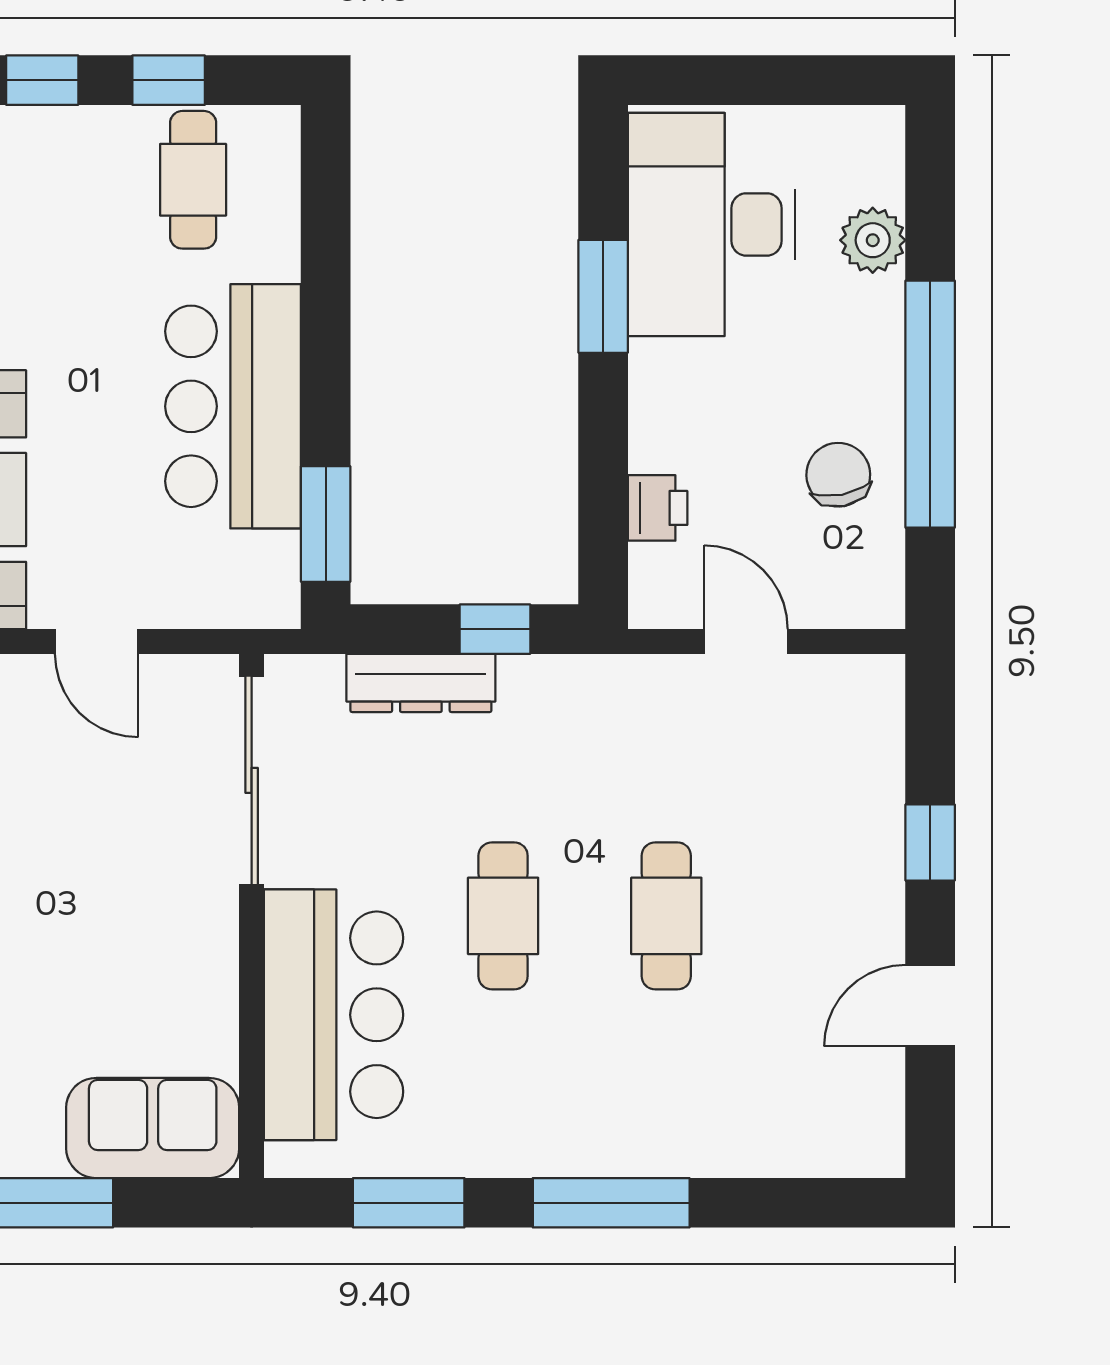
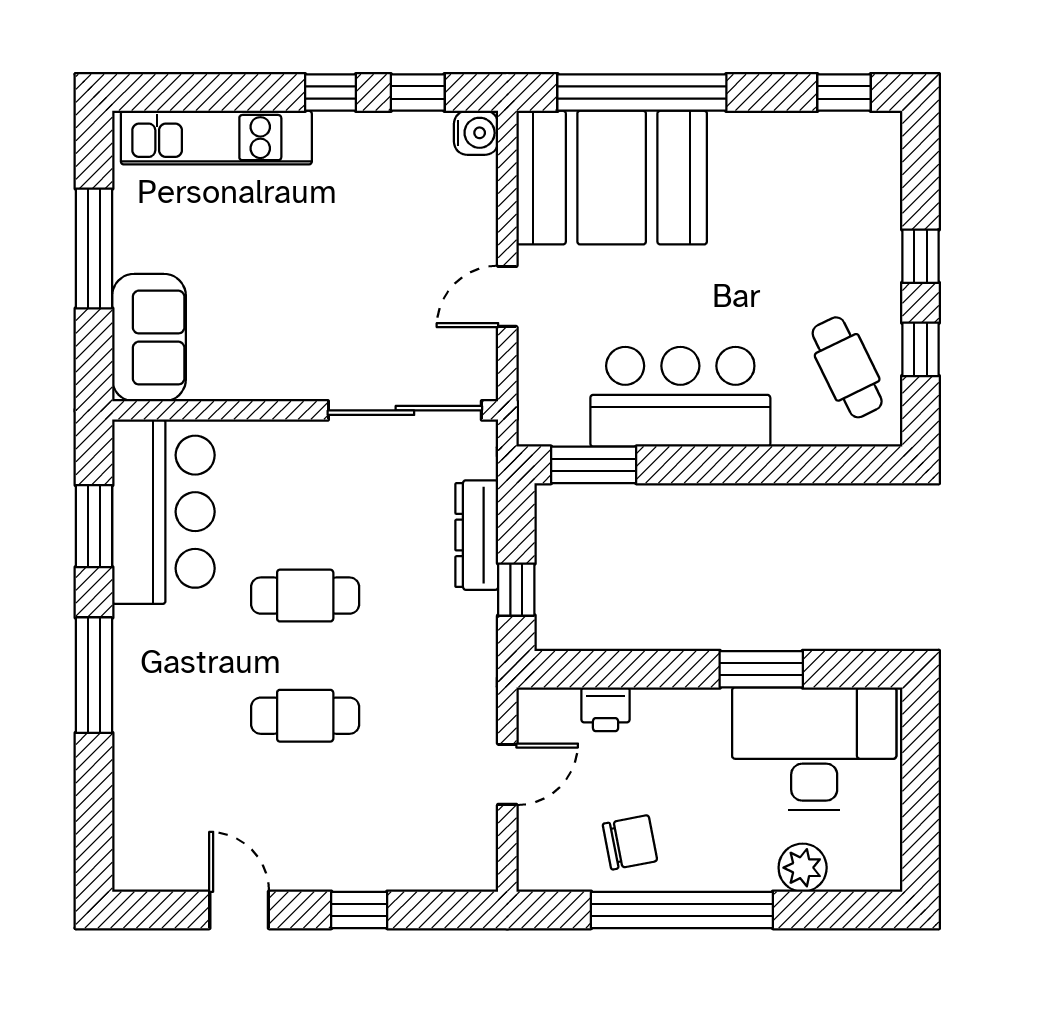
cafe table: (193, 180) -> (847, 367), turned 64
bar counter: (334, 1015) -> (163, 512), moved, turned -90

